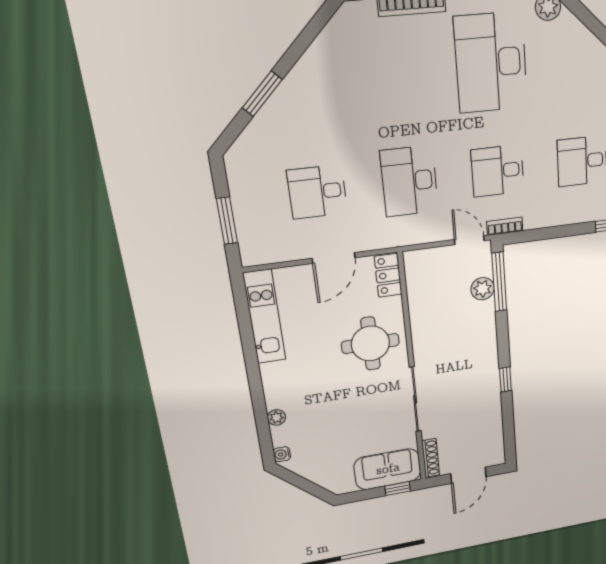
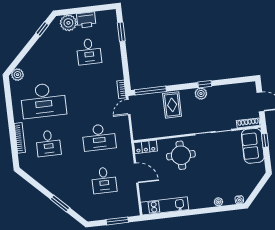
desk: (498, 171) -> (48, 143), moved
plant: (483, 289) -> (201, 94), moved
rug: (470, 323) -> (172, 105), added

